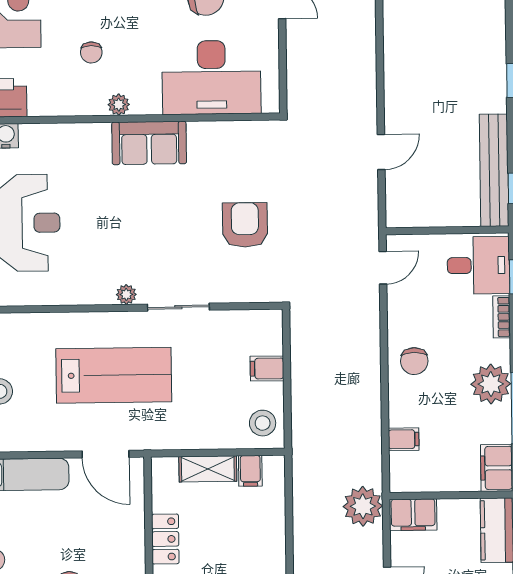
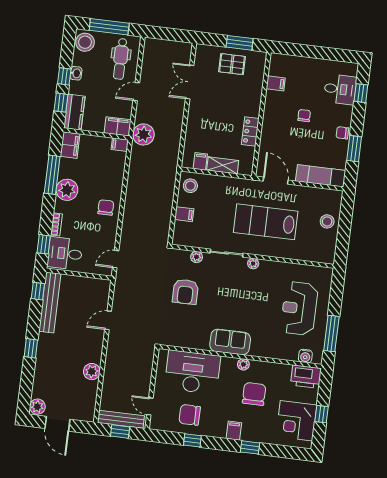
chair: (91, 52) -> (254, 394), width x1.87, depth x1.87
plant: (399, 53) -> (92, 372), added
plant: (233, 292) -> (197, 257), added
filing cabinet: (404, 439) -> (120, 145), moved

